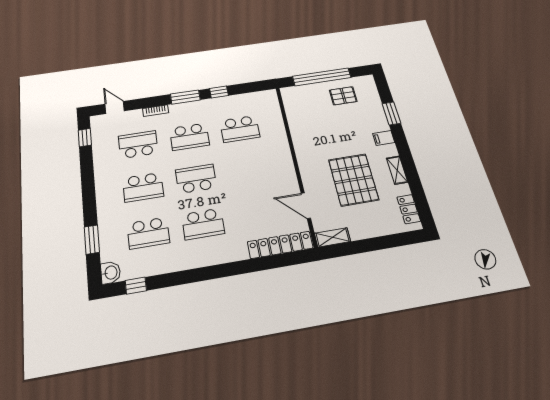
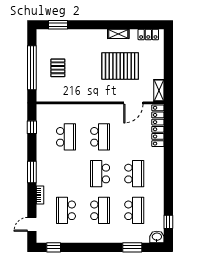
window: (219, 92) -> (32, 127), moved
pallet: (343, 96) -> (58, 68), moved
window: (391, 113) -> (58, 25), moved
school desk: (189, 137) -> (100, 137), moved
filing cabinet: (384, 138) -> (92, 36), removed

